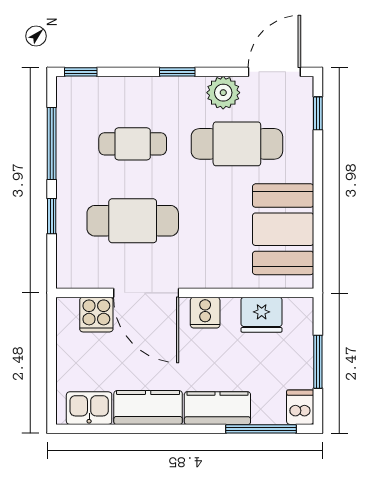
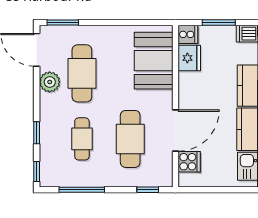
window: (177, 72) -> (37, 133), moved
window: (318, 113) -> (63, 23), width x1.50
window: (52, 216) -> (148, 190), moved
booth: (283, 229) -> (154, 61), moved, turned 90
cooker: (205, 313) -> (188, 34), moved

